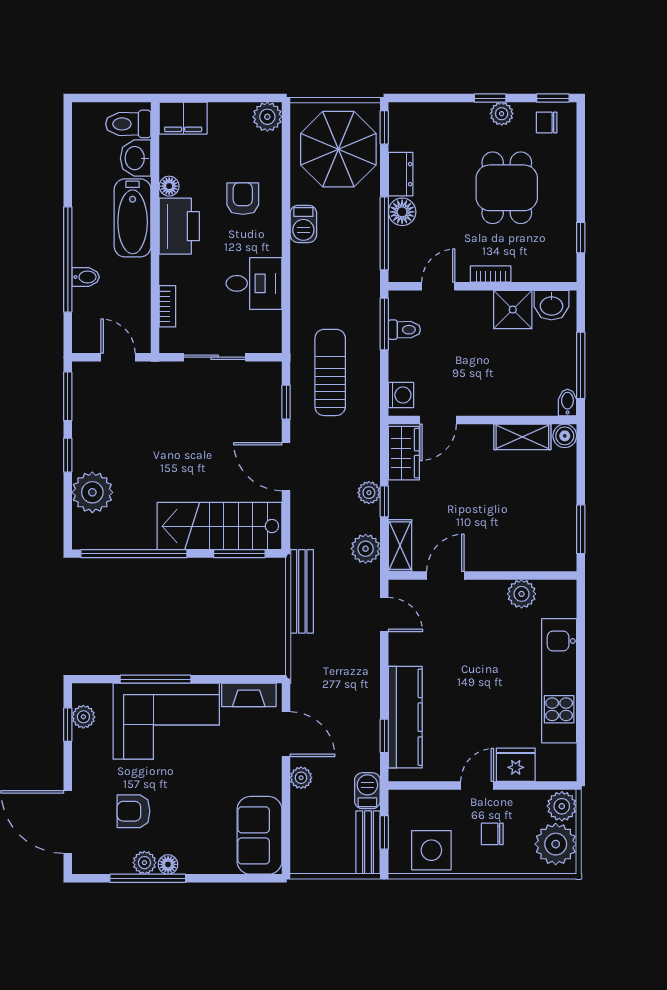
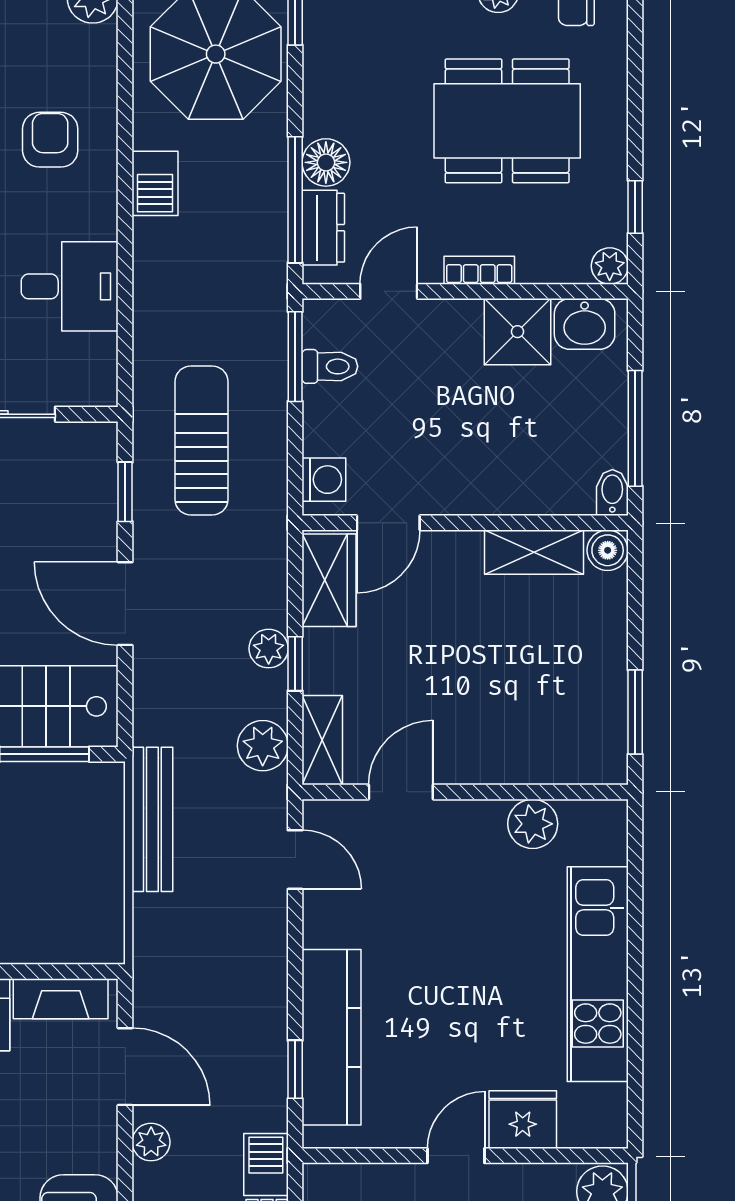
dresser: (401, 174) -> (323, 228), moved
dining table: (507, 188) -> (507, 121), width x1.38
plant: (566, 272) -> (610, 266), added

